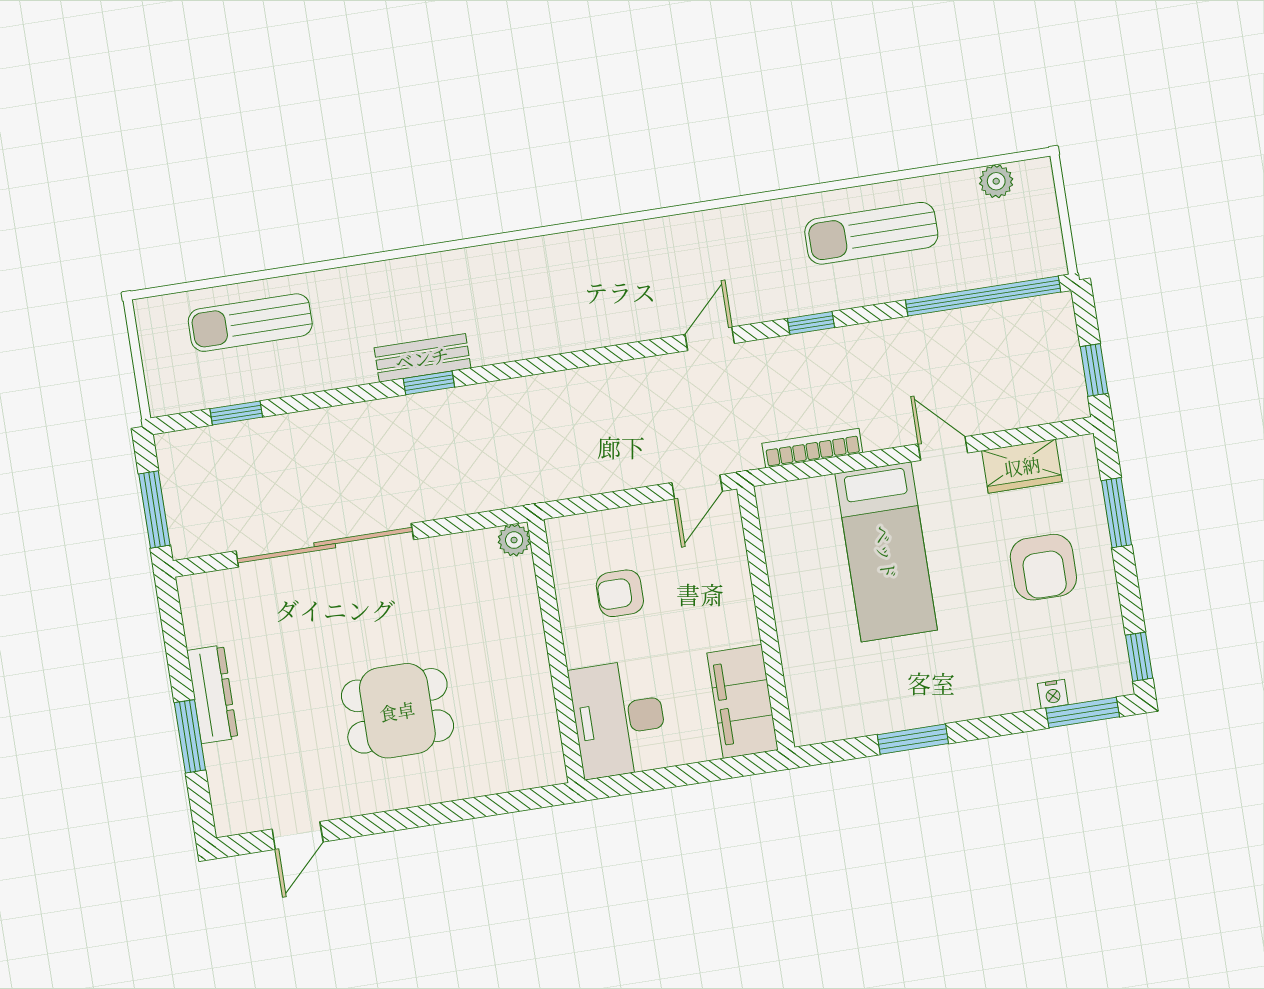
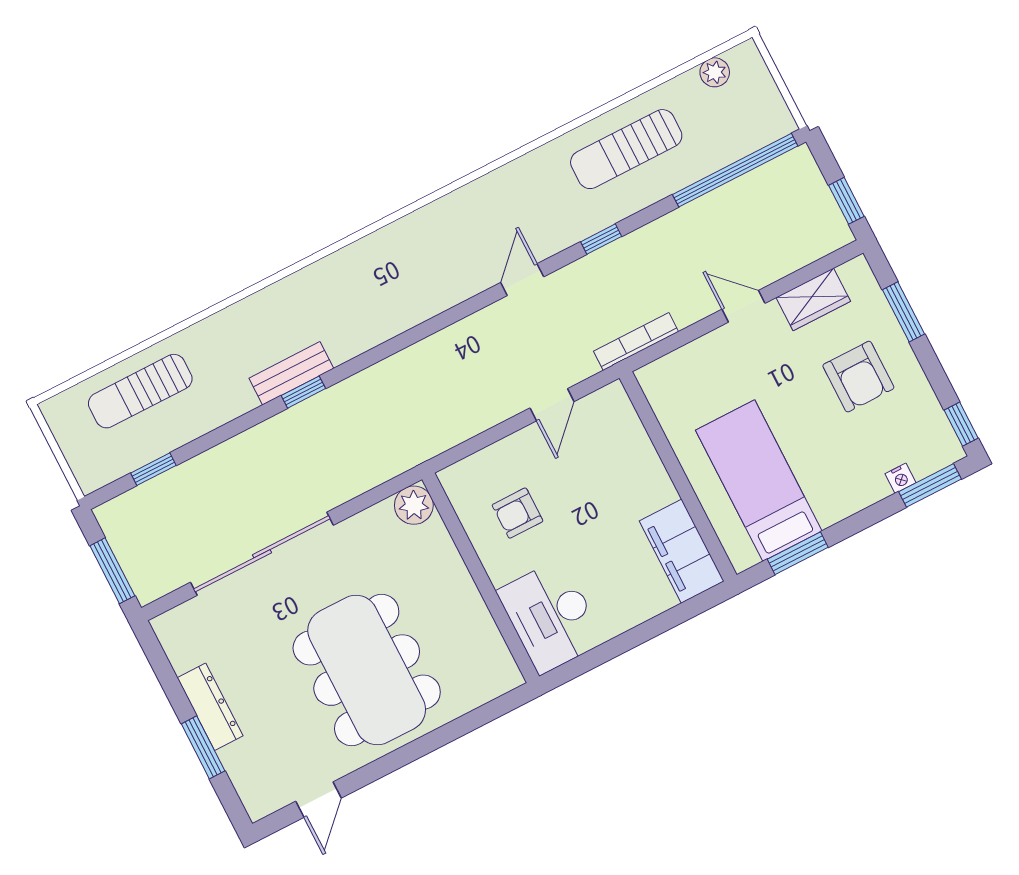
plant: (514, 540) -> (414, 505), width x1.38, depth x1.38
bed: (886, 552) -> (759, 481), moved, turned 180
wall: (766, 618) -> (678, 476), moved
filing cabinet: (743, 701) -> (682, 551), moved
dining table: (397, 711) -> (367, 670), width x1.88, depth x1.24

